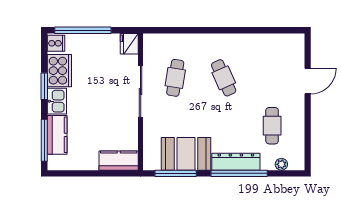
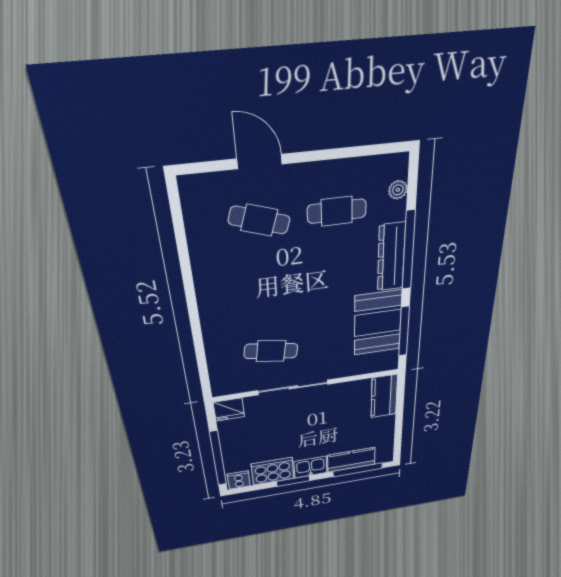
cafe table: (224, 78) -> (259, 220), moved, turned 42

